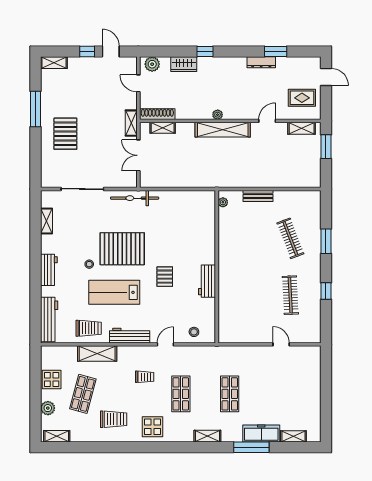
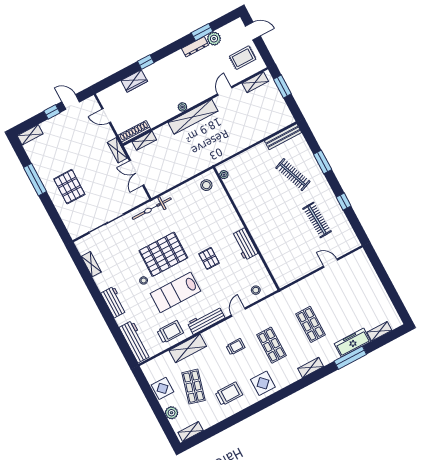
plant: (152, 64) -> (214, 39), moved
bench: (258, 196) -> (283, 137), moved, width x1.36
stool: (200, 204) -> (206, 185), added

